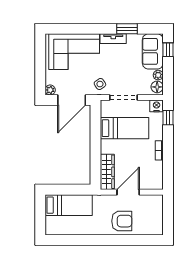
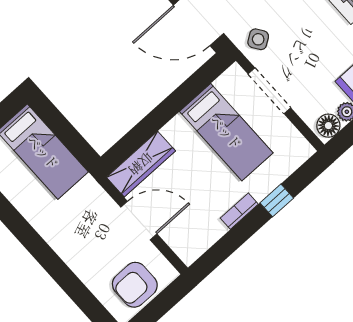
nightstand: (157, 106) -> (300, 150), removed
window: (168, 118) -> (277, 200), moved
armchair: (122, 221) -> (135, 285), moved, turned 90

